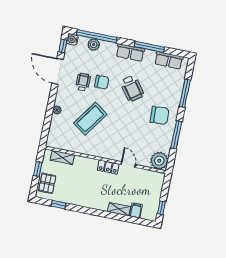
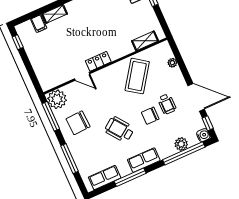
shelving: (62, 157) -> (145, 41), moved
wall: (105, 160) -> (105, 66), moved
plant: (159, 161) -> (57, 99), moved
door: (128, 164) -> (82, 76), moved
locker: (108, 167) -> (98, 61), moved

